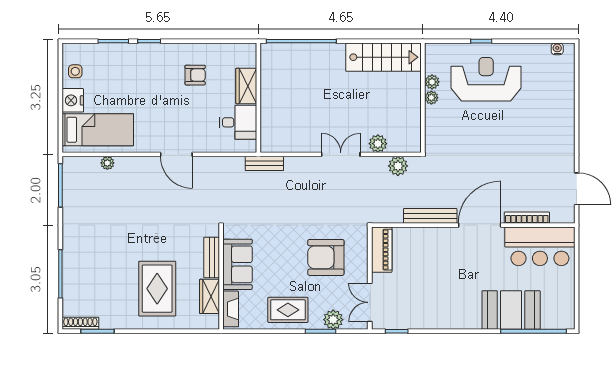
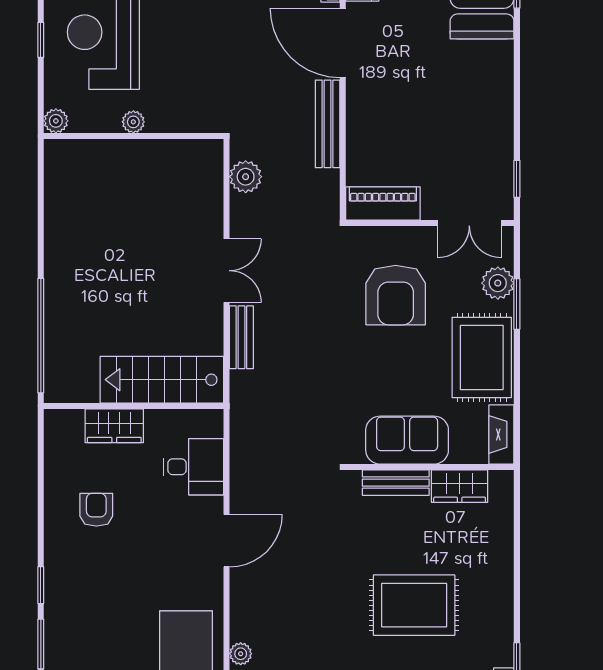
stairs: (383, 57) -> (162, 380), moved, turned -90
plant: (432, 82) -> (56, 121), moved
desk: (238, 122) -> (193, 467), moved, turned 90
plant: (378, 144) -> (209, 210), removed
double door: (341, 154) -> (227, 271), swing flipped
bench: (264, 163) -> (241, 337), moved
rug: (157, 289) -> (414, 605), moved
fireplace: (231, 309) -> (501, 434), moved, turned -90
rug: (288, 310) -> (482, 357), width x1.36, depth x1.43

